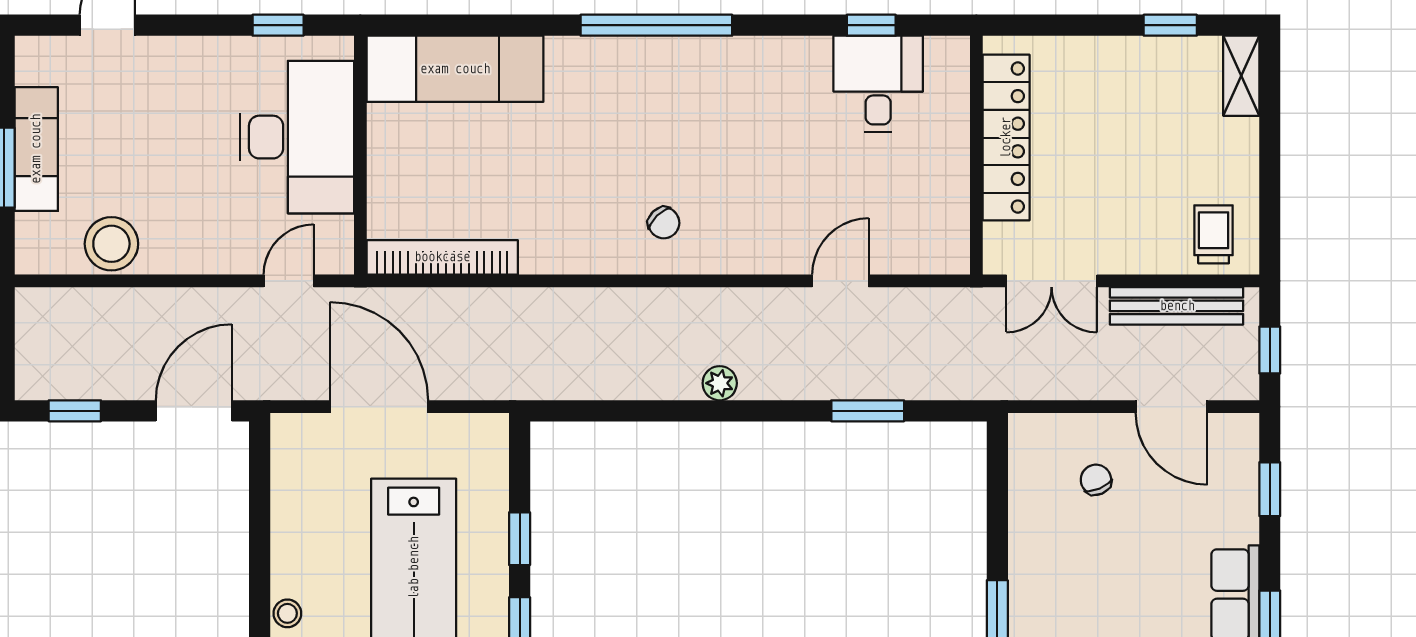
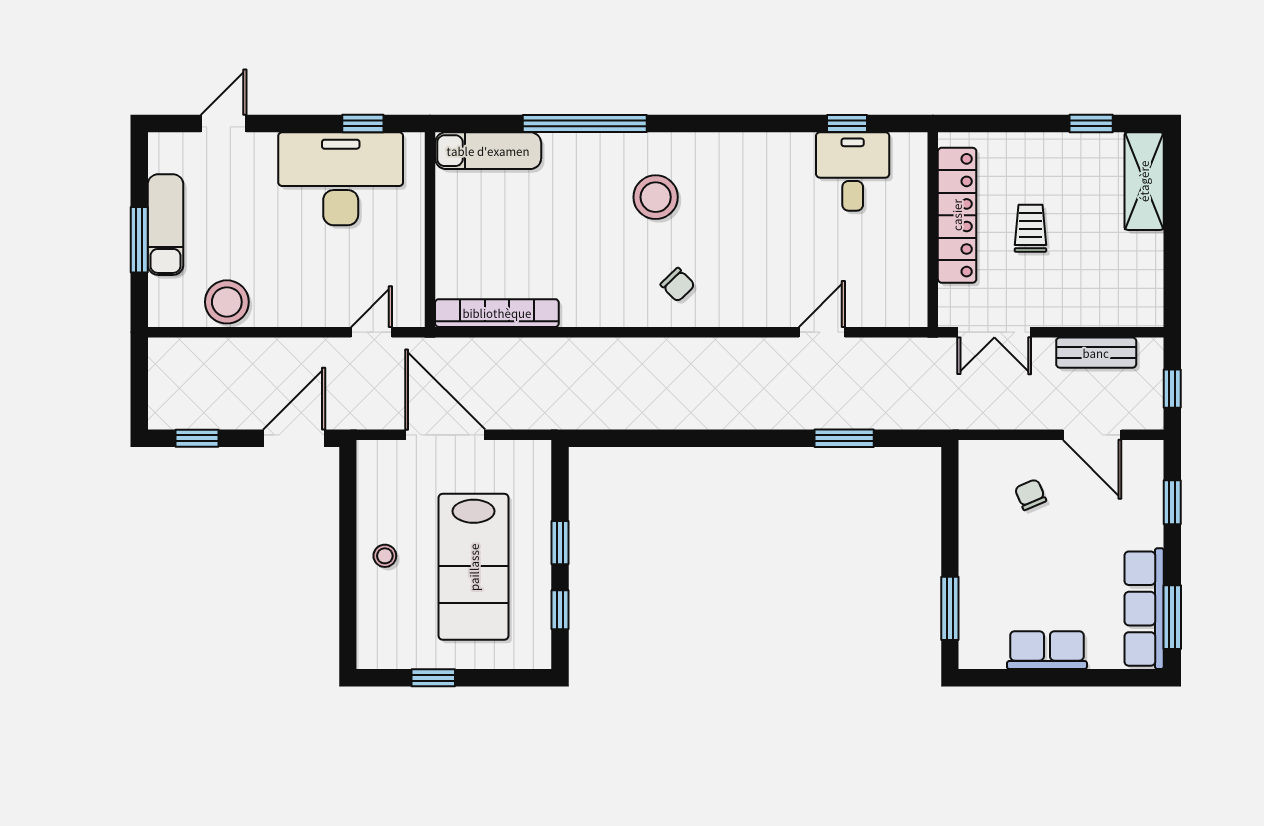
window: (656, 25) -> (585, 124), moved
exam couch: (455, 69) -> (488, 151), width x0.73, depth x0.69
shelving: (1241, 76) -> (1144, 181), width x1.50, depth x1.33
stool: (637, 115) -> (656, 197), added
desk: (297, 137) -> (341, 179), moved, turned -90
trolley: (1214, 234) -> (1030, 228), moved
bench: (1177, 306) -> (1096, 353), width x0.73
plant: (720, 383) -> (723, 416), removed
stool: (287, 613) -> (385, 556), moved

